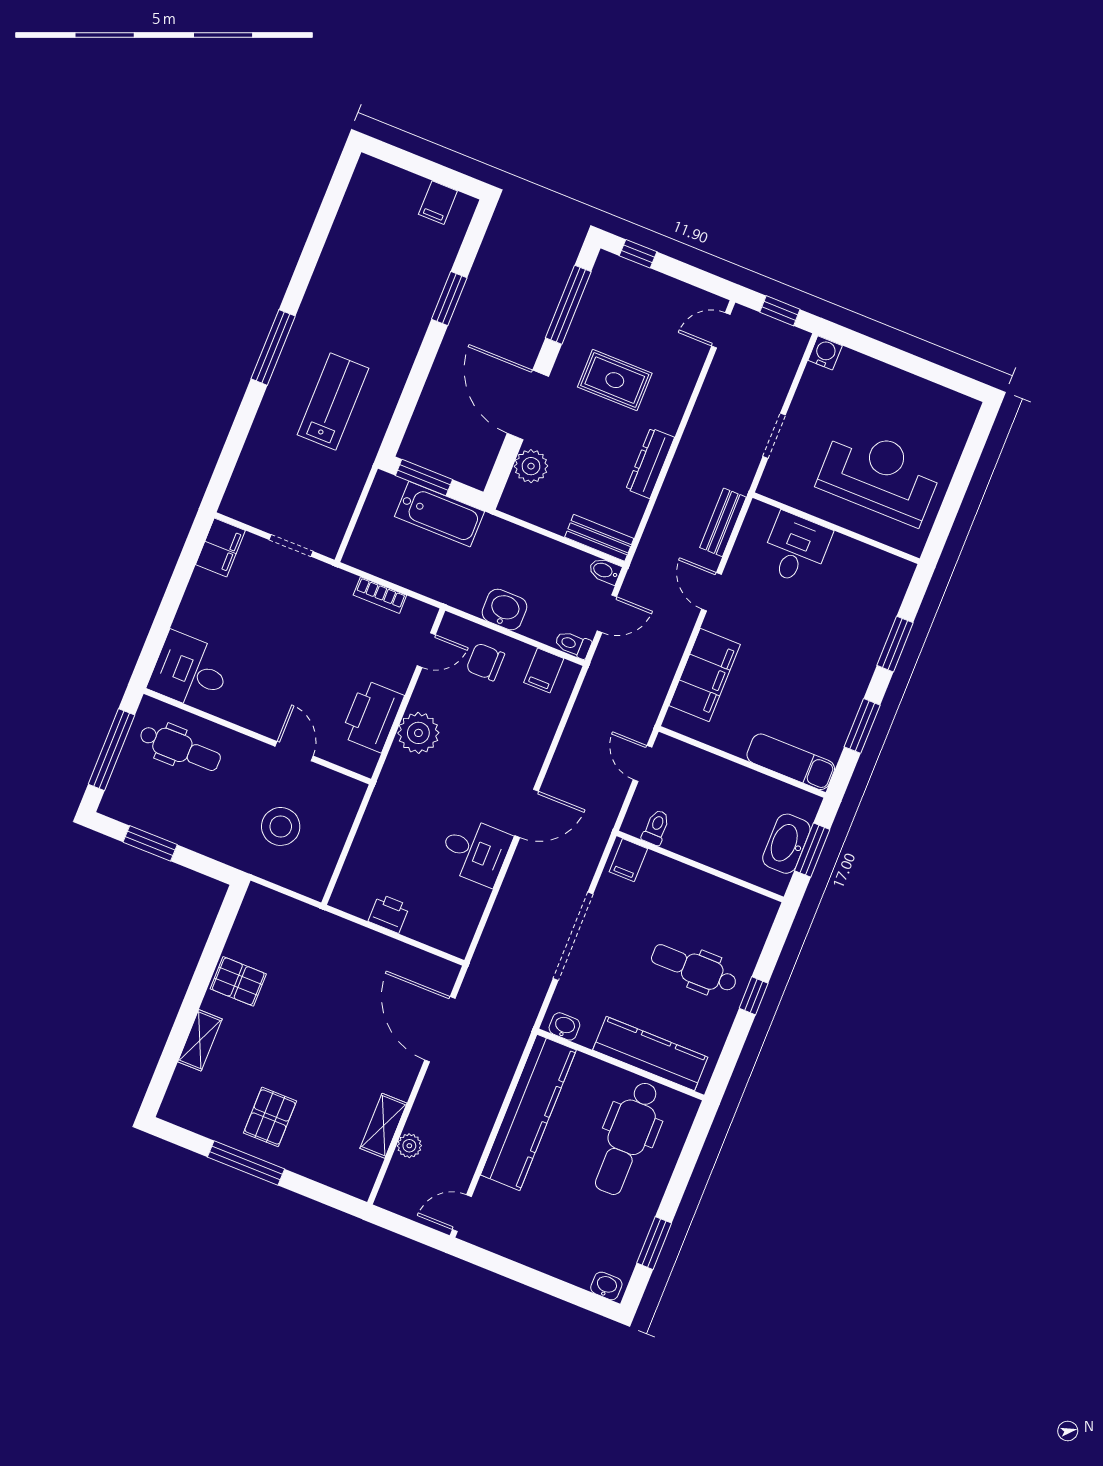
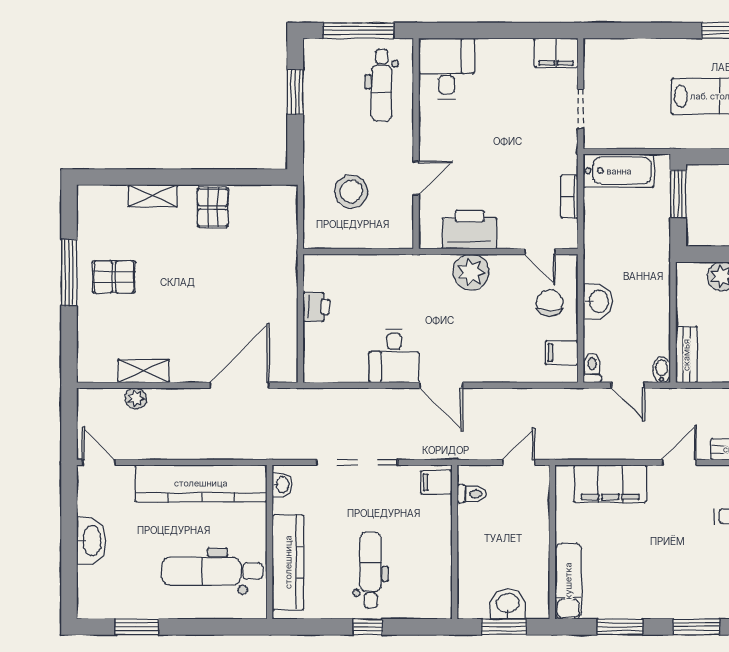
bathtub: (439, 514) -> (619, 171), moved, turned -90
washbasin: (786, 844) -> (508, 604), width x0.72
washbasin: (606, 1286) -> (91, 541), moved, width x1.91, depth x1.45

